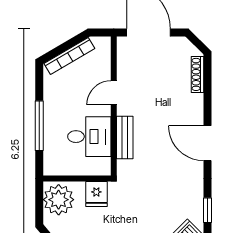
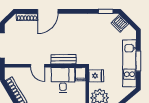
door: (208, 143) -> (48, 11), moved
filing cabinet: (99, 167) -> (81, 74), added

